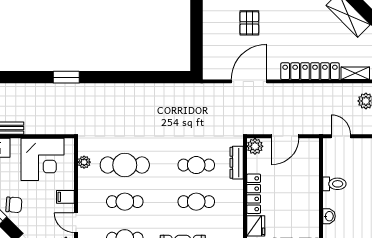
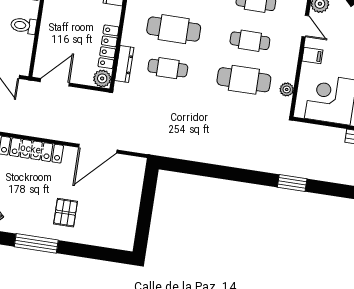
pallet: (249, 23) -> (66, 213), moved
door: (285, 136) -> (55, 82), moved
locker: (254, 194) -> (108, 47), moved
cafe table: (196, 202) -> (174, 29), width x1.37, depth x1.35

